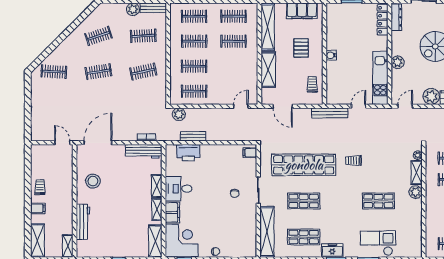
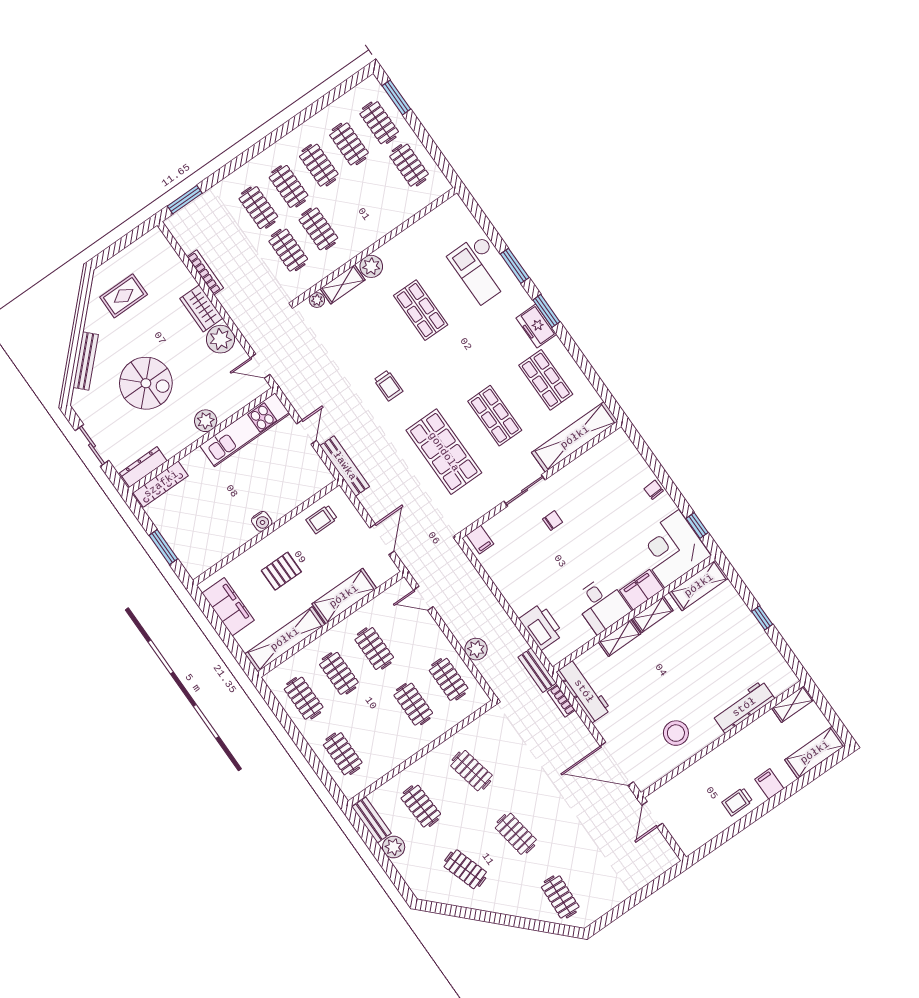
clothes rail: (194, 41) -> (374, 649), moved
door: (359, 106) -> (307, 432), swing flipped
plant: (179, 114) -> (476, 649), moved
bench: (193, 136) -> (537, 670), moved
shop shelf: (304, 165) -> (444, 452), width x0.71

